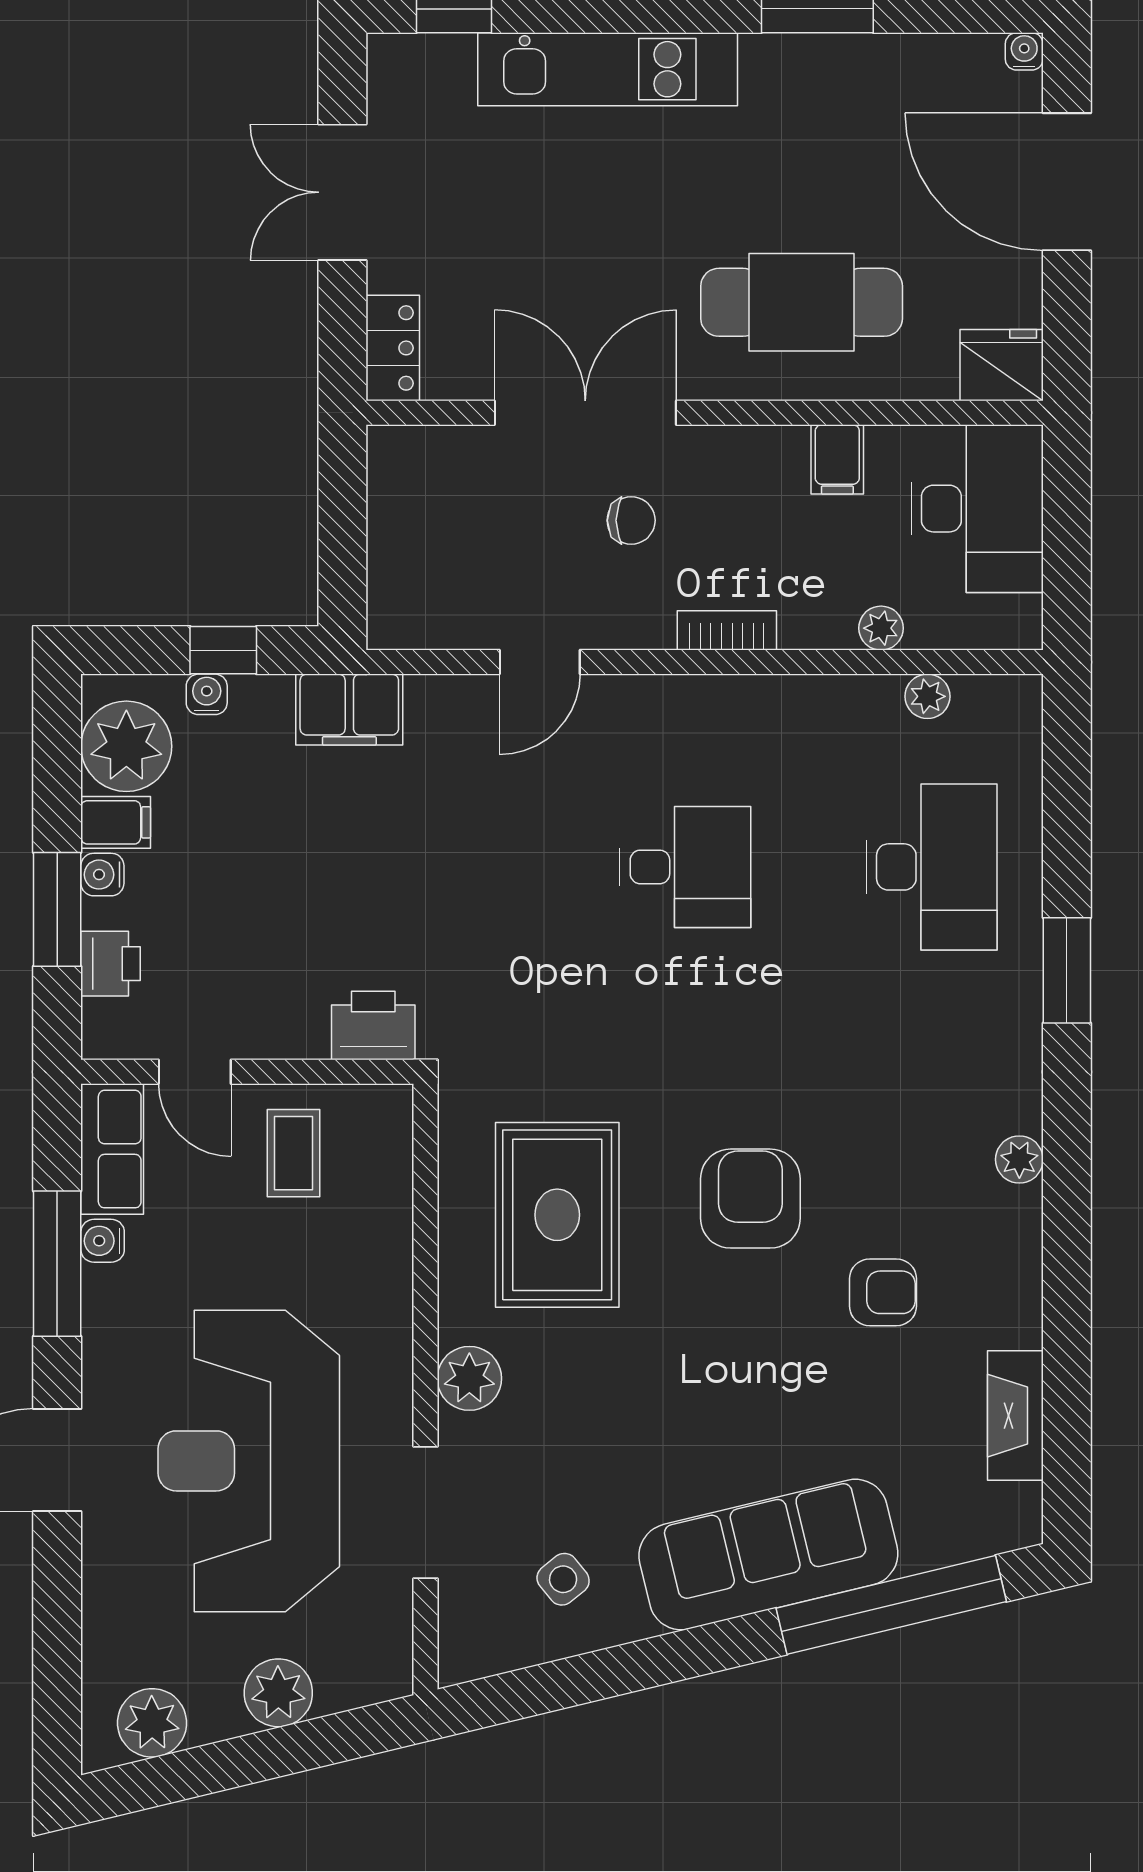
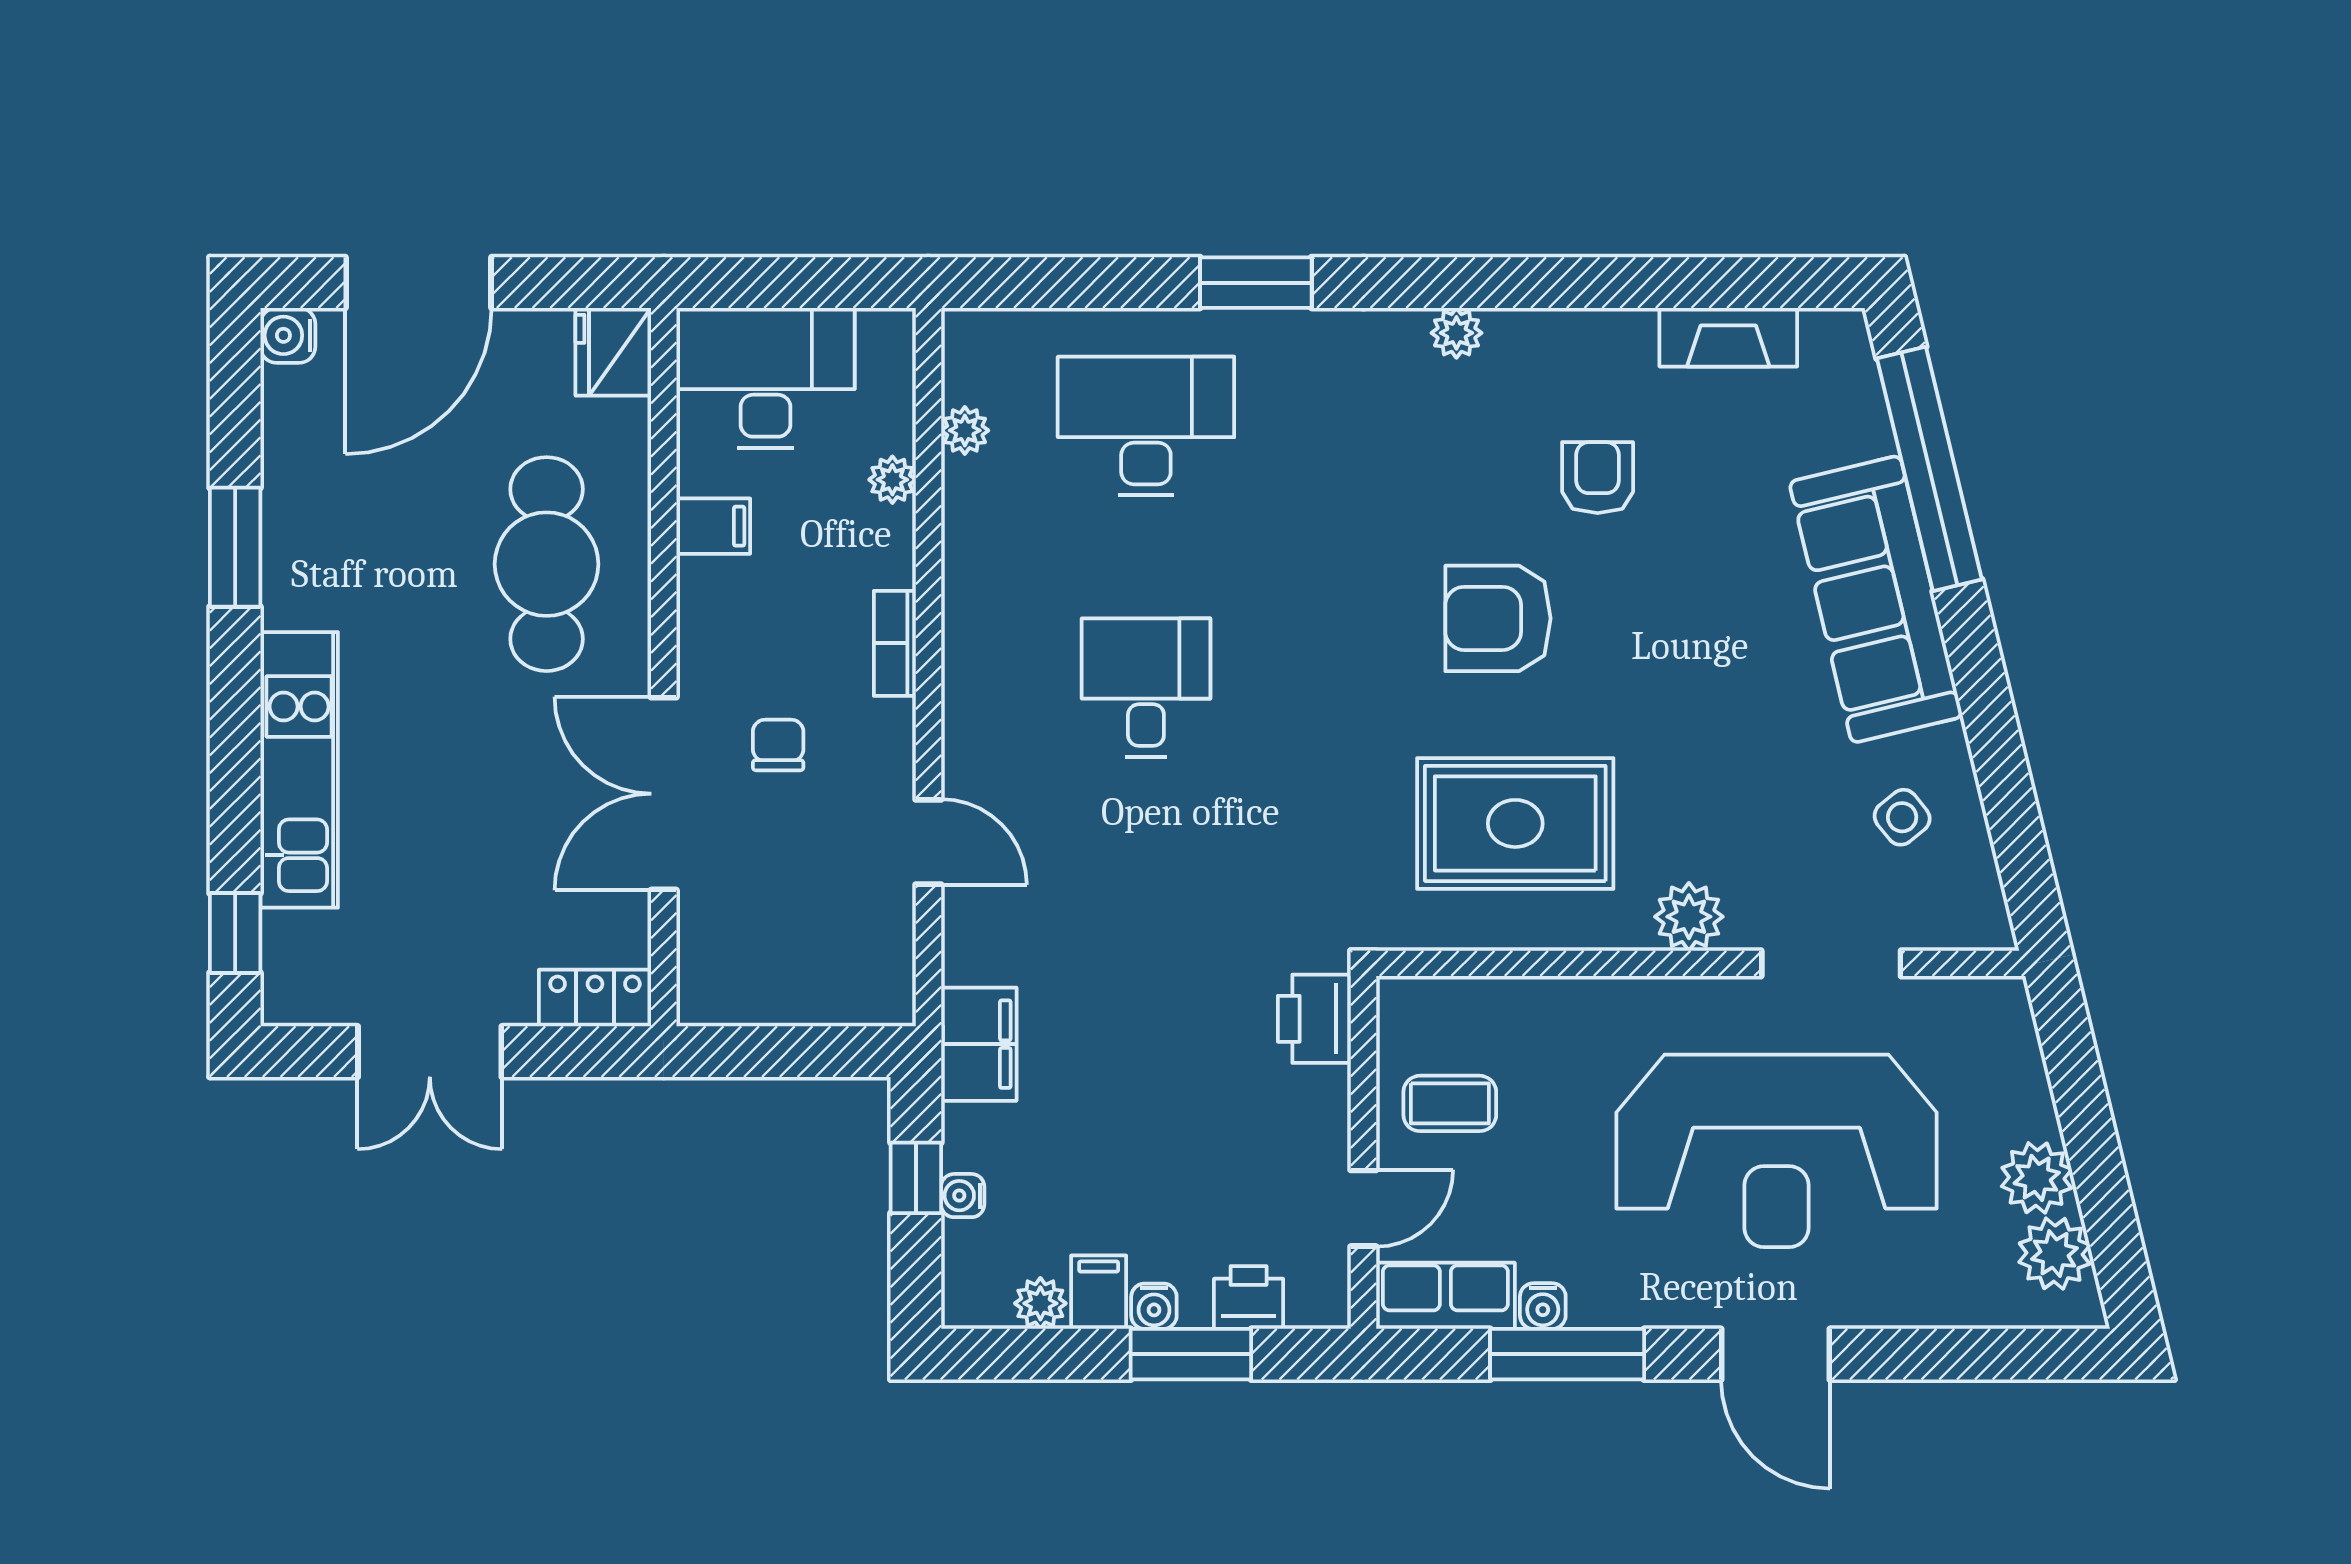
water cooler: (1024, 51) -> (288, 335), width x1.38, depth x1.38
plant: (126, 746) -> (1040, 1303), width x0.53, depth x0.53
plant: (278, 1693) -> (2037, 1178), moved

